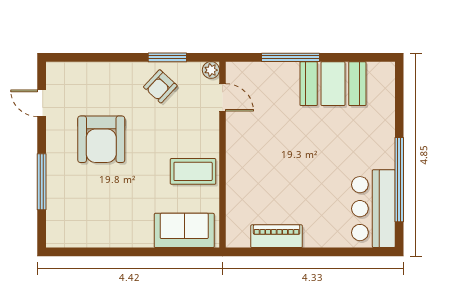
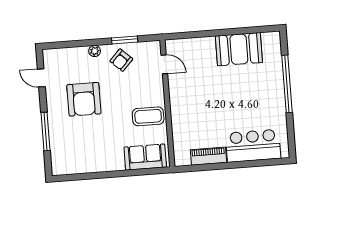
window: (290, 57) -> (209, 34), removed
plant: (211, 70) -> (95, 51), moved
window: (399, 180) -> (287, 84), moved
bar counter: (373, 209) -> (253, 146), moved, turned 90

